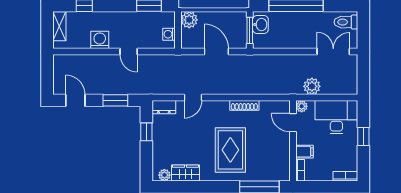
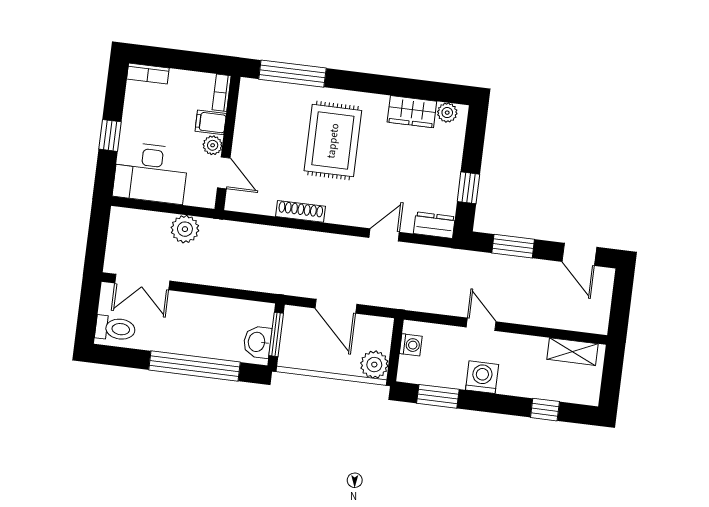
shelving: (59, 26) -> (573, 352), moved, turned 90
washing machine: (100, 40) -> (482, 377), moved, turned 180
plant: (302, 106) -> (213, 145), moved

